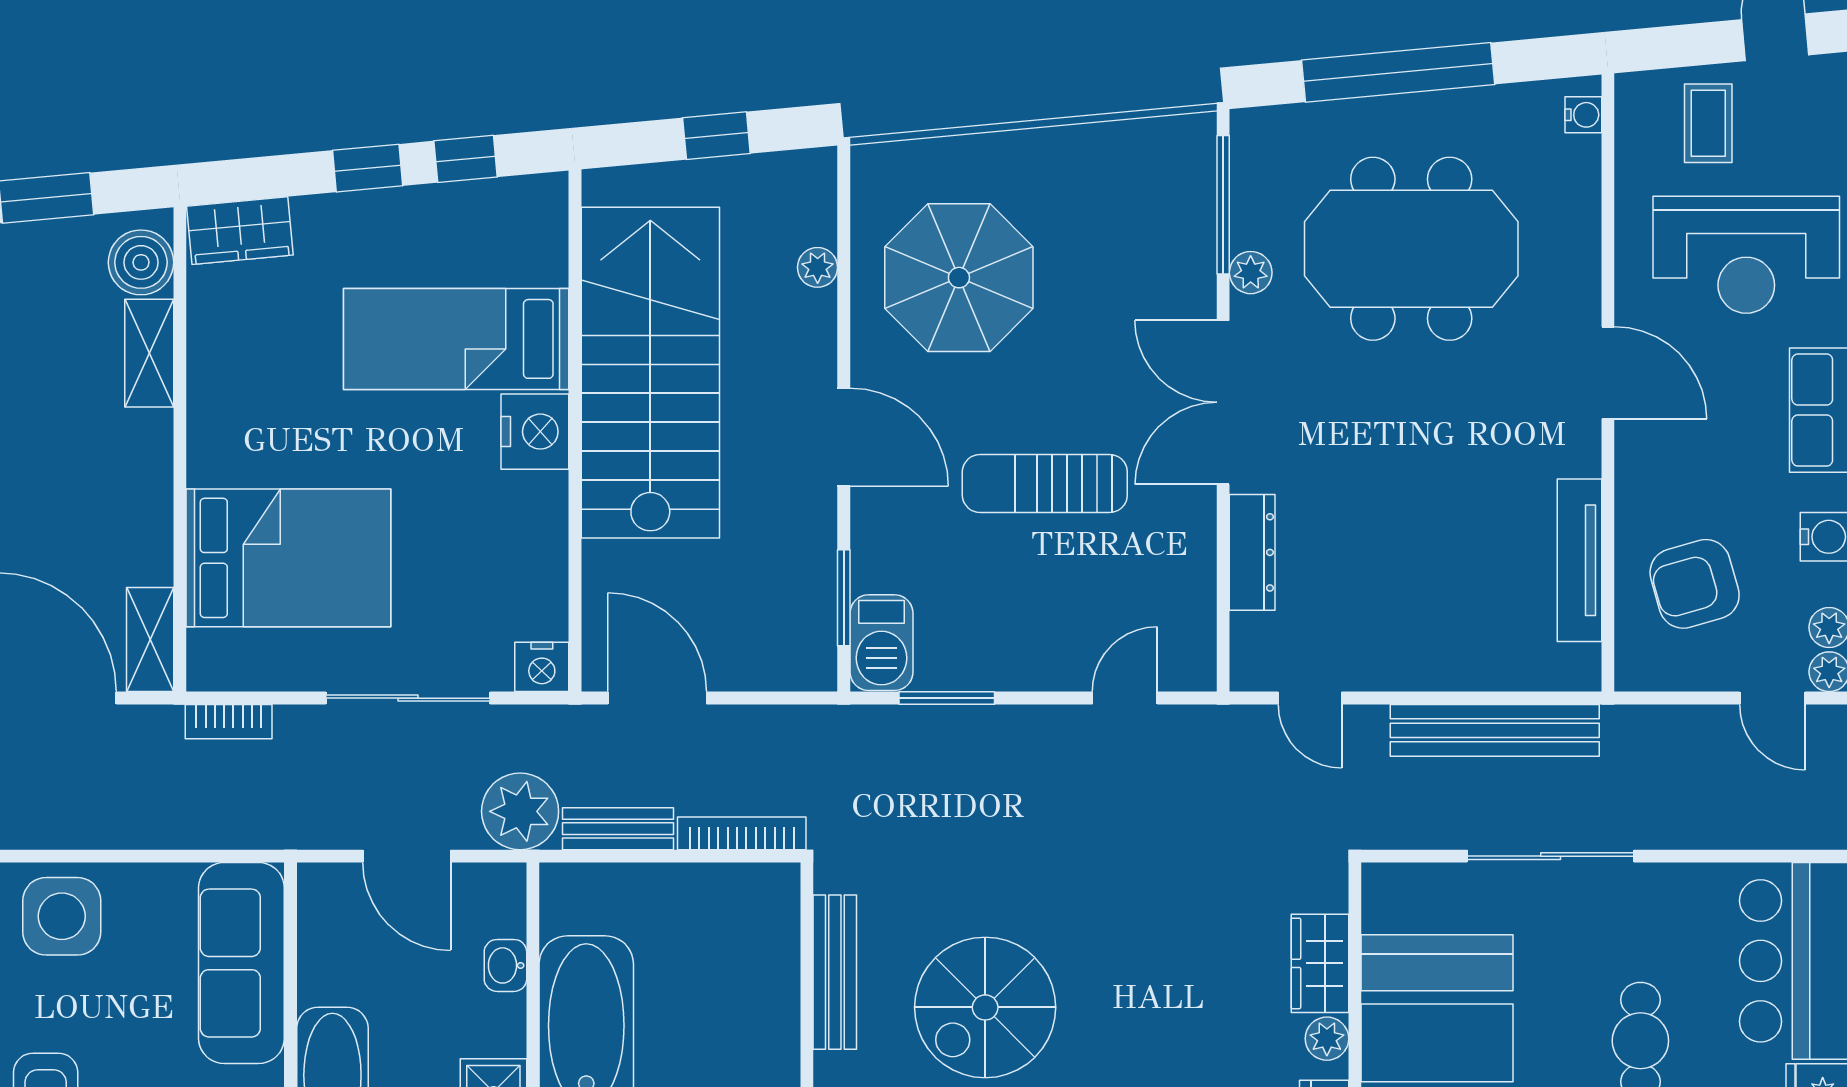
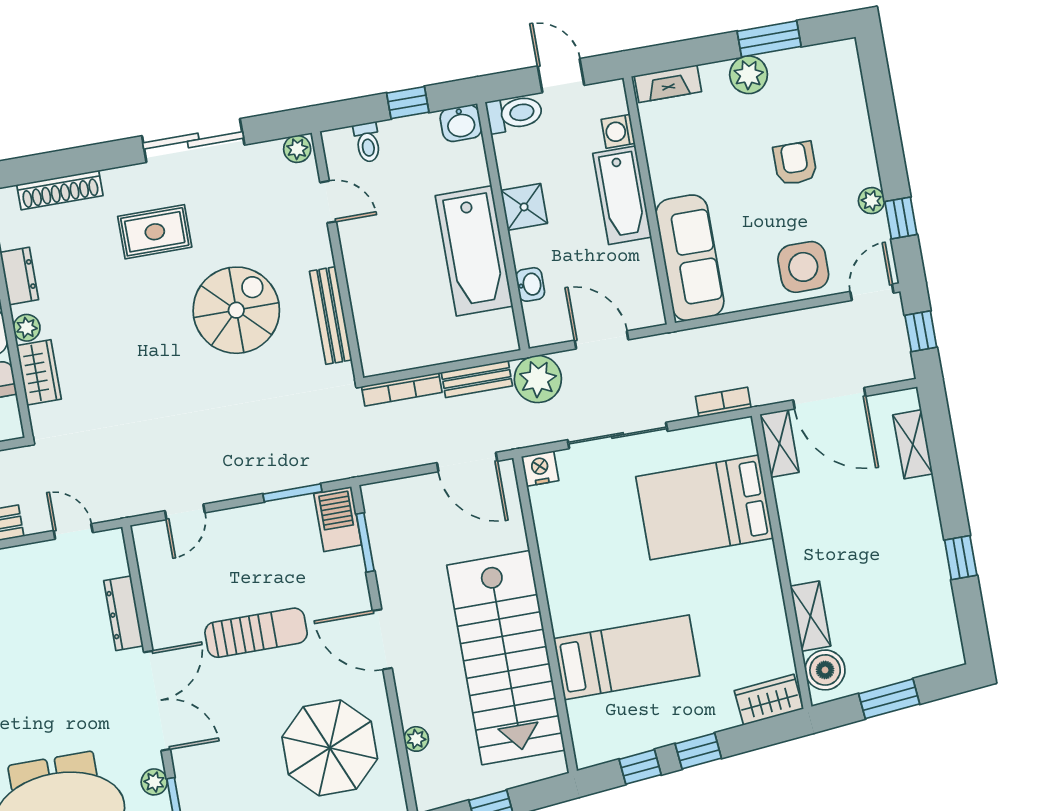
nightstand: (535, 432) -> (569, 610), removed

